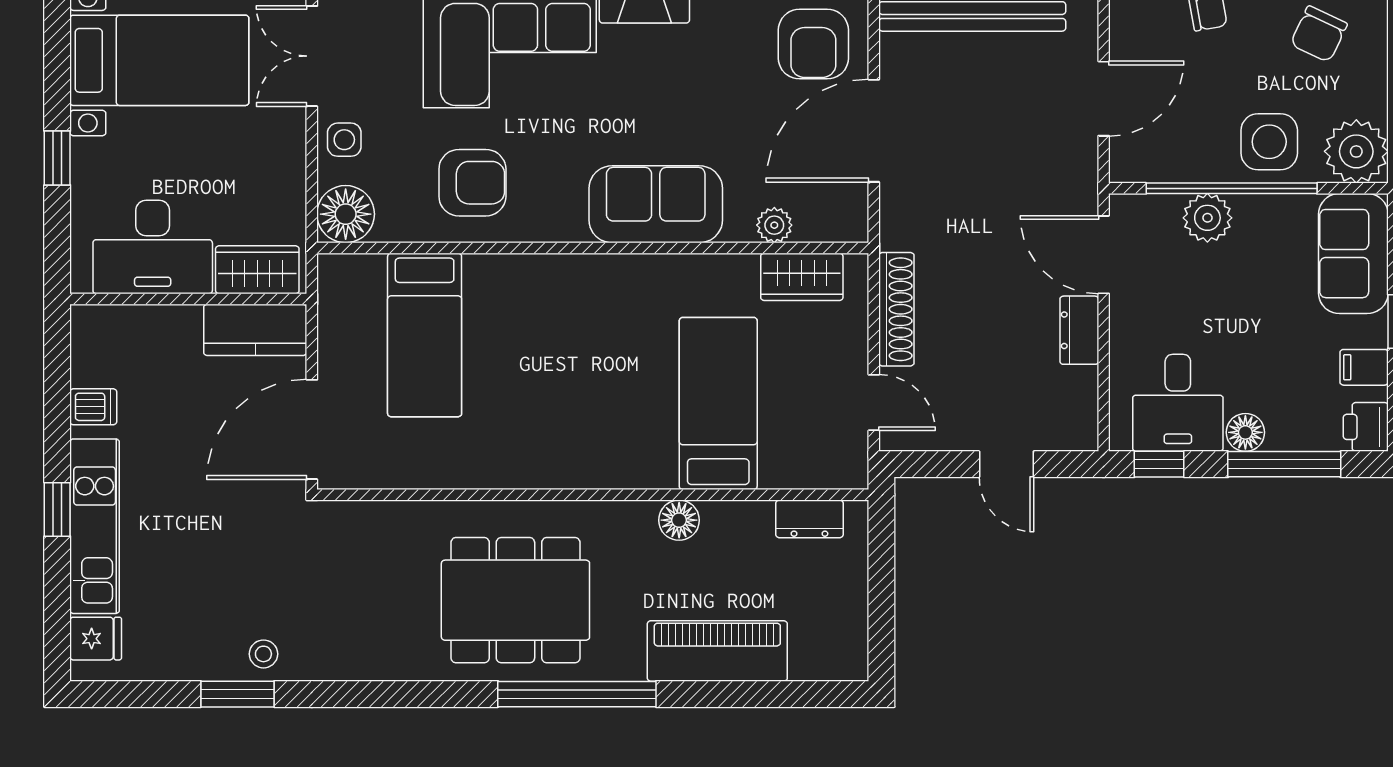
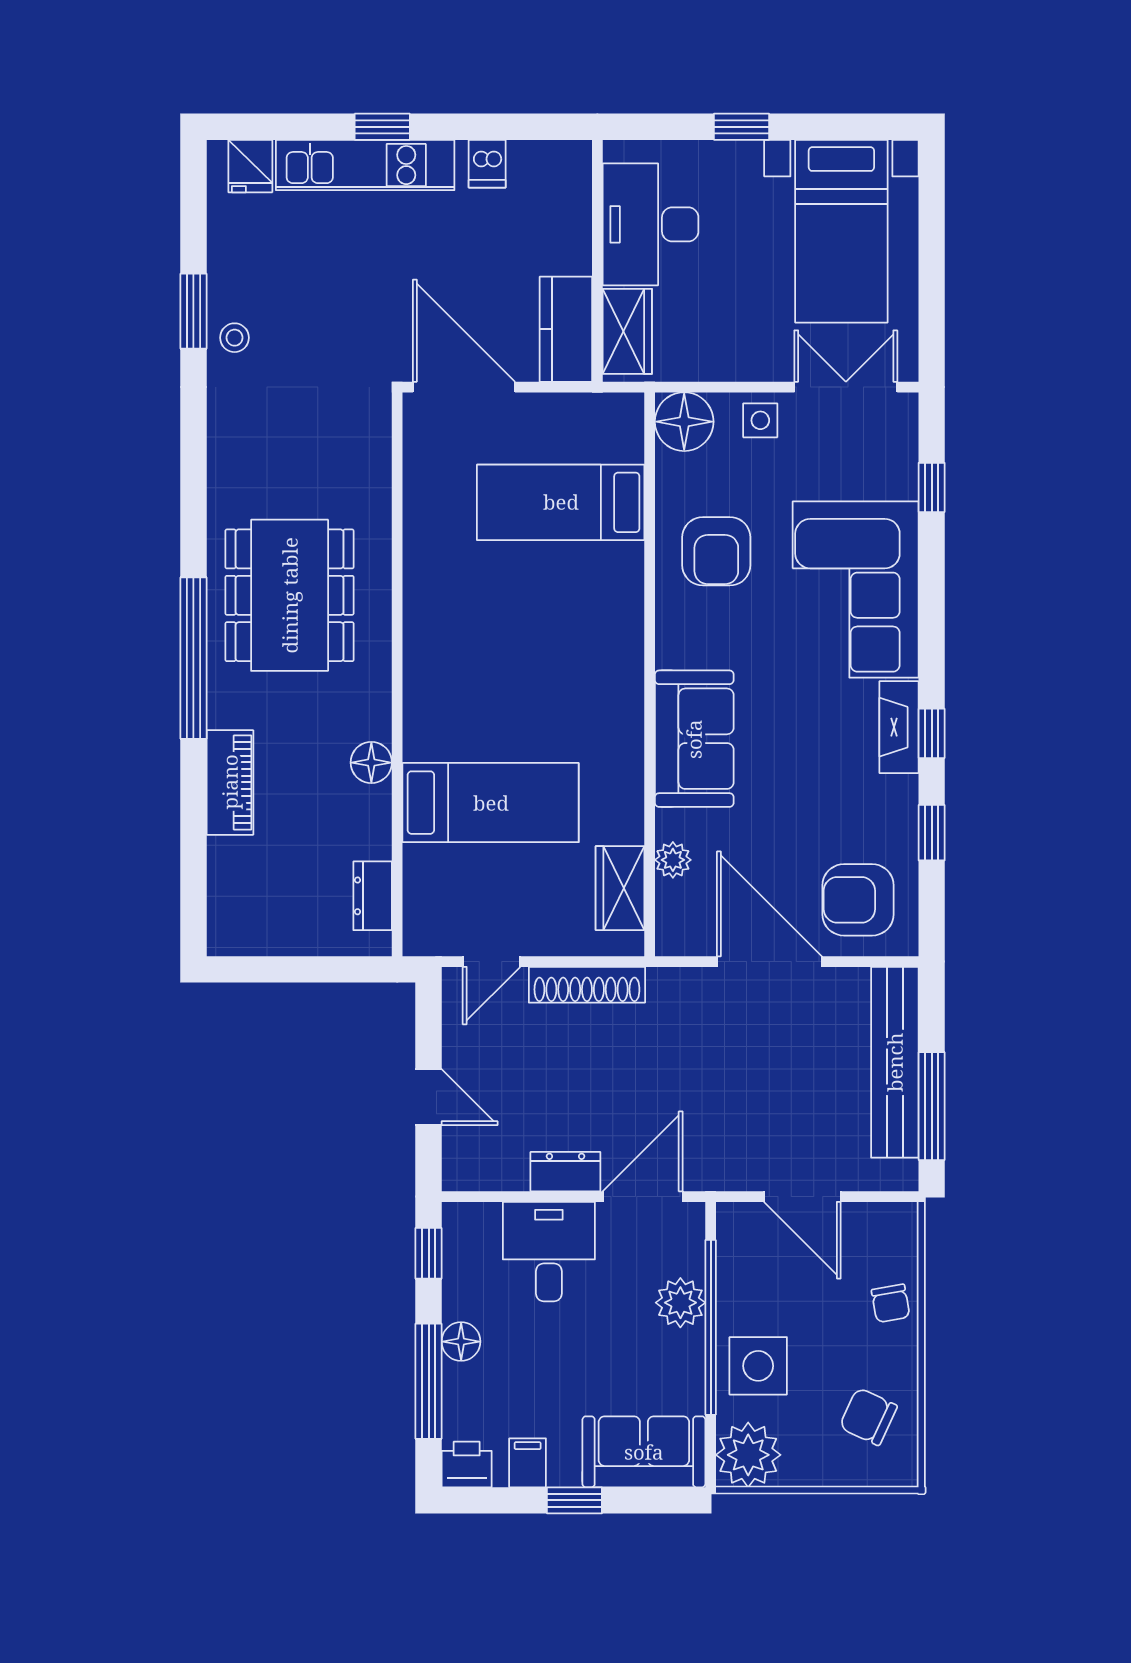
desk: (1178, 403) -> (549, 1252), moved, turned 90
door: (1006, 464) -> (429, 1097), swing flipped
piano: (717, 651) -> (230, 782), width x0.73, depth x0.75

